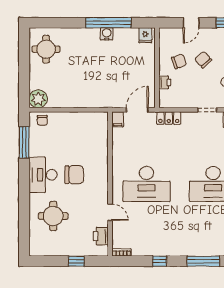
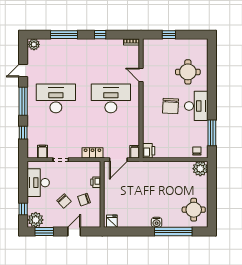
window: (108, 23) -> (173, 232), moved
water cooler: (107, 34) -> (157, 222), moved
chair: (74, 175) -> (170, 106), turned -87
printer: (101, 236) -> (149, 151), moved

